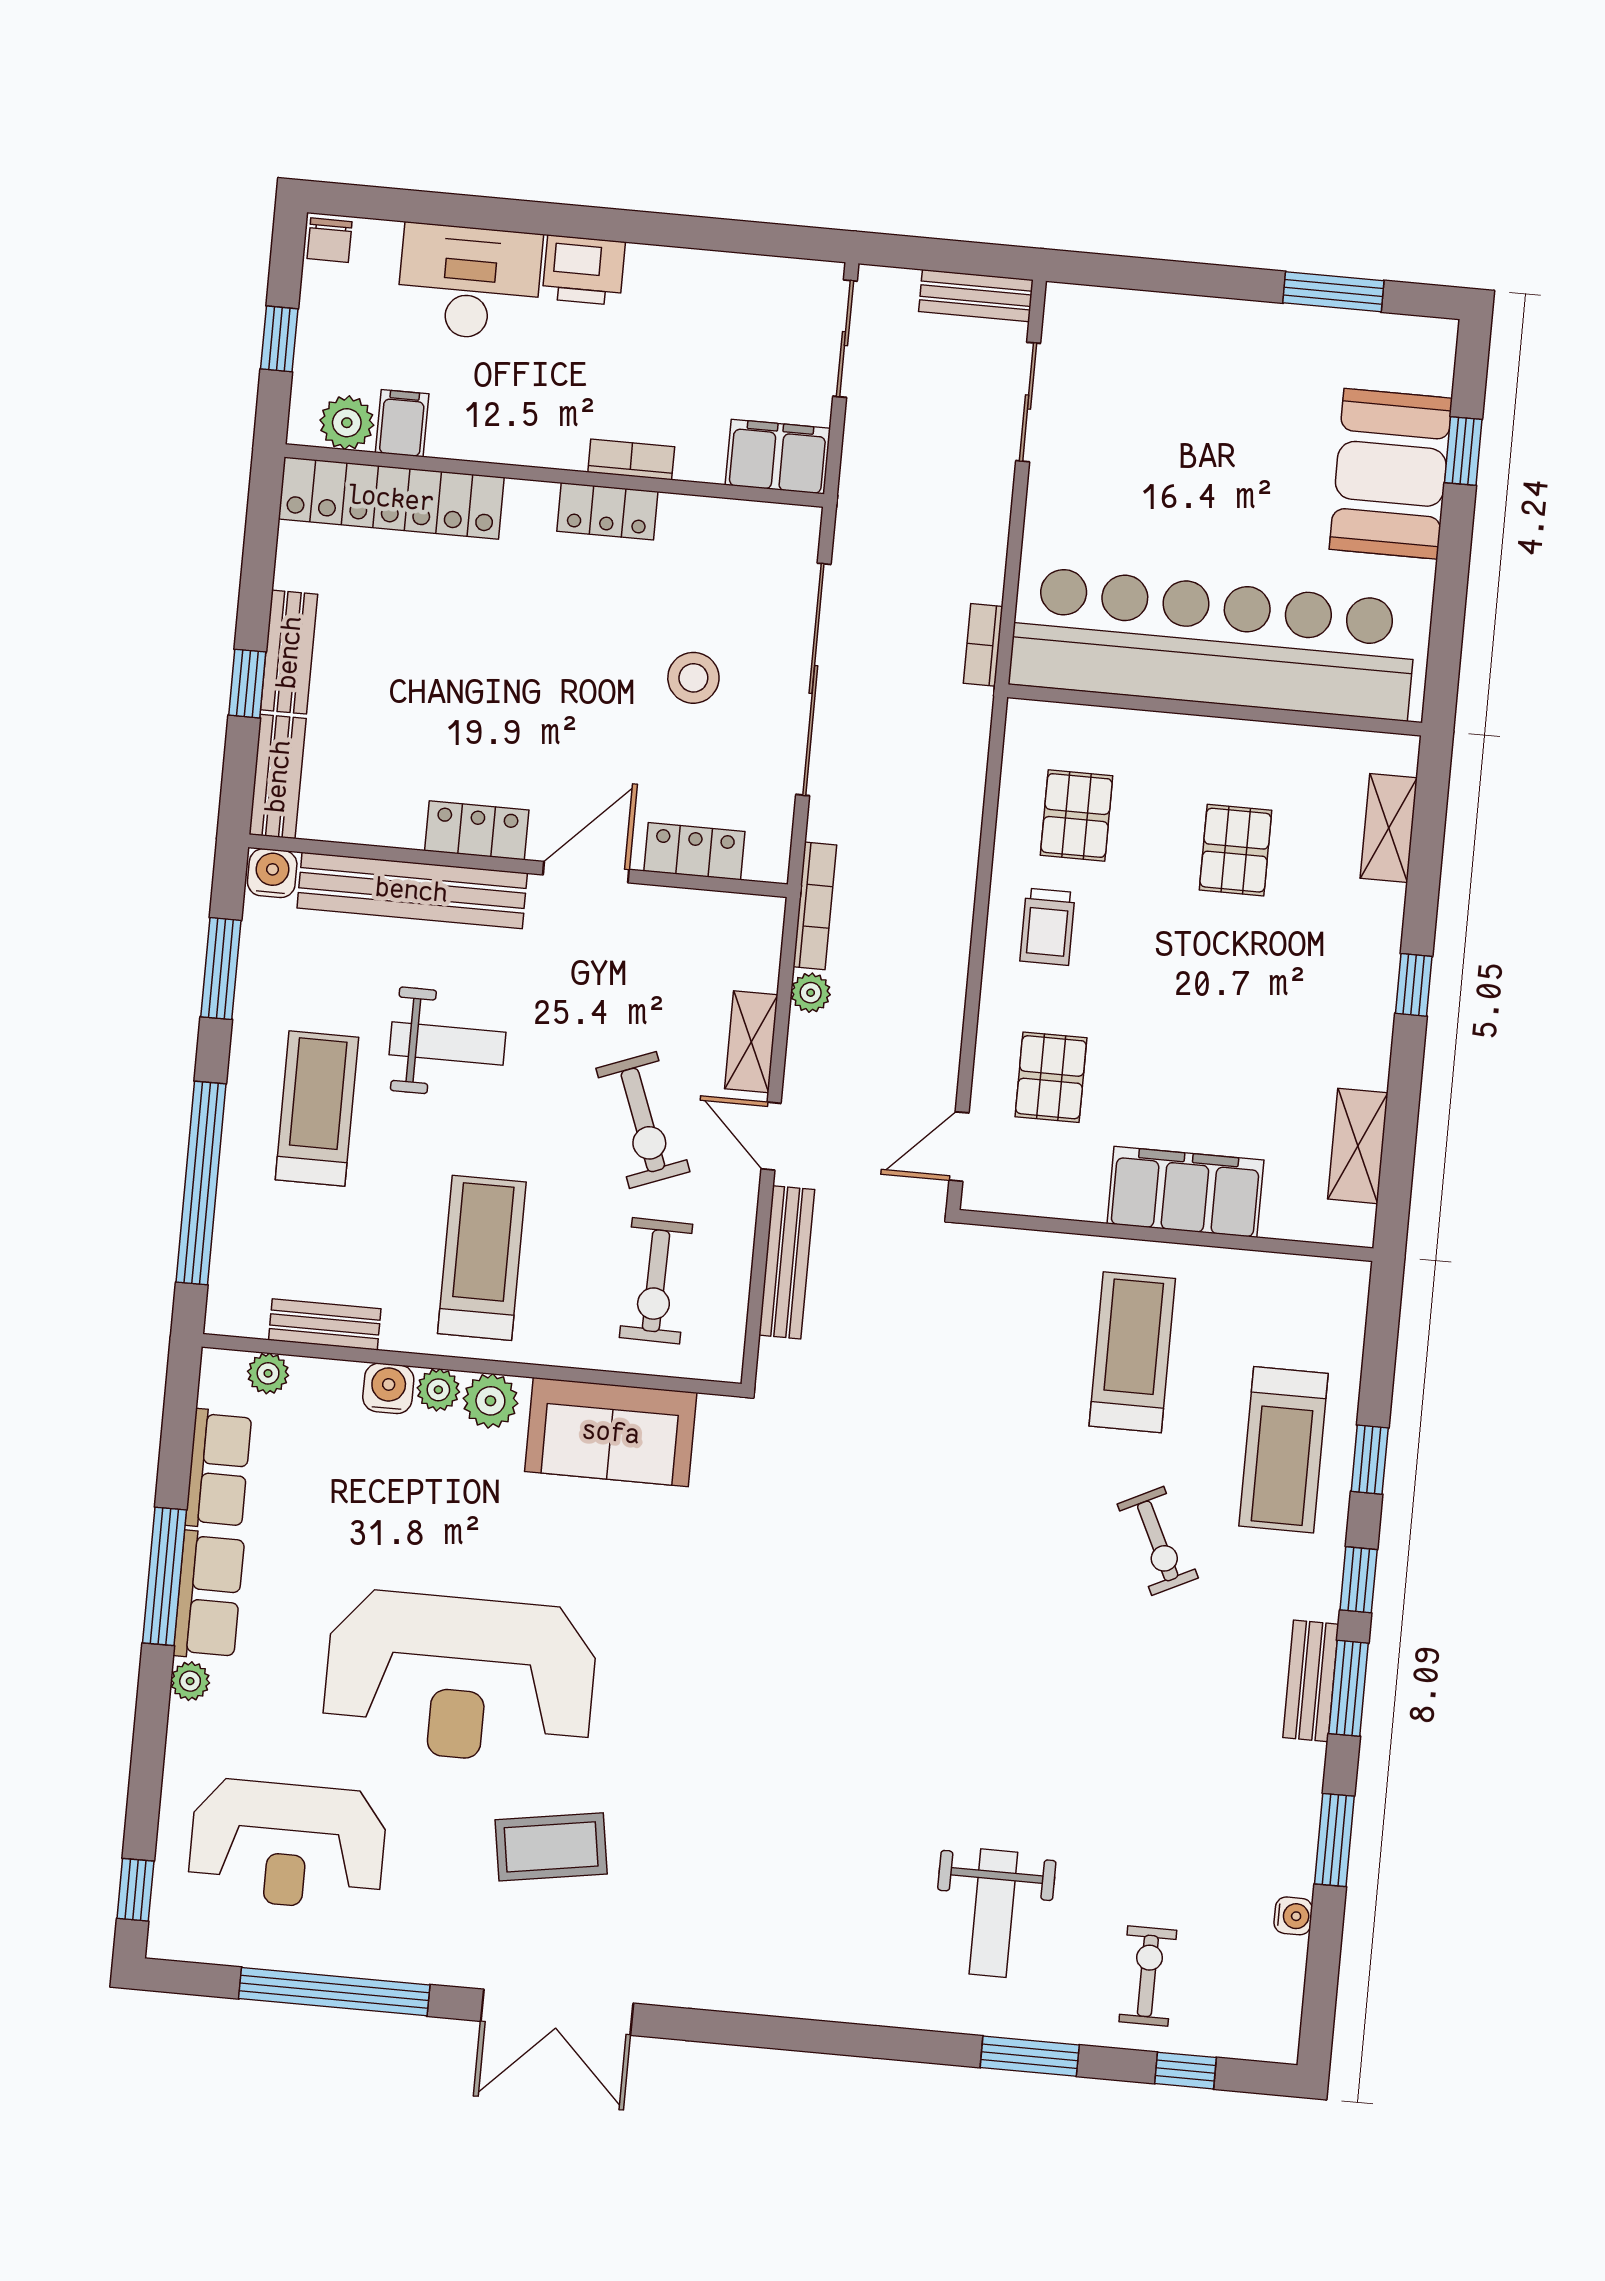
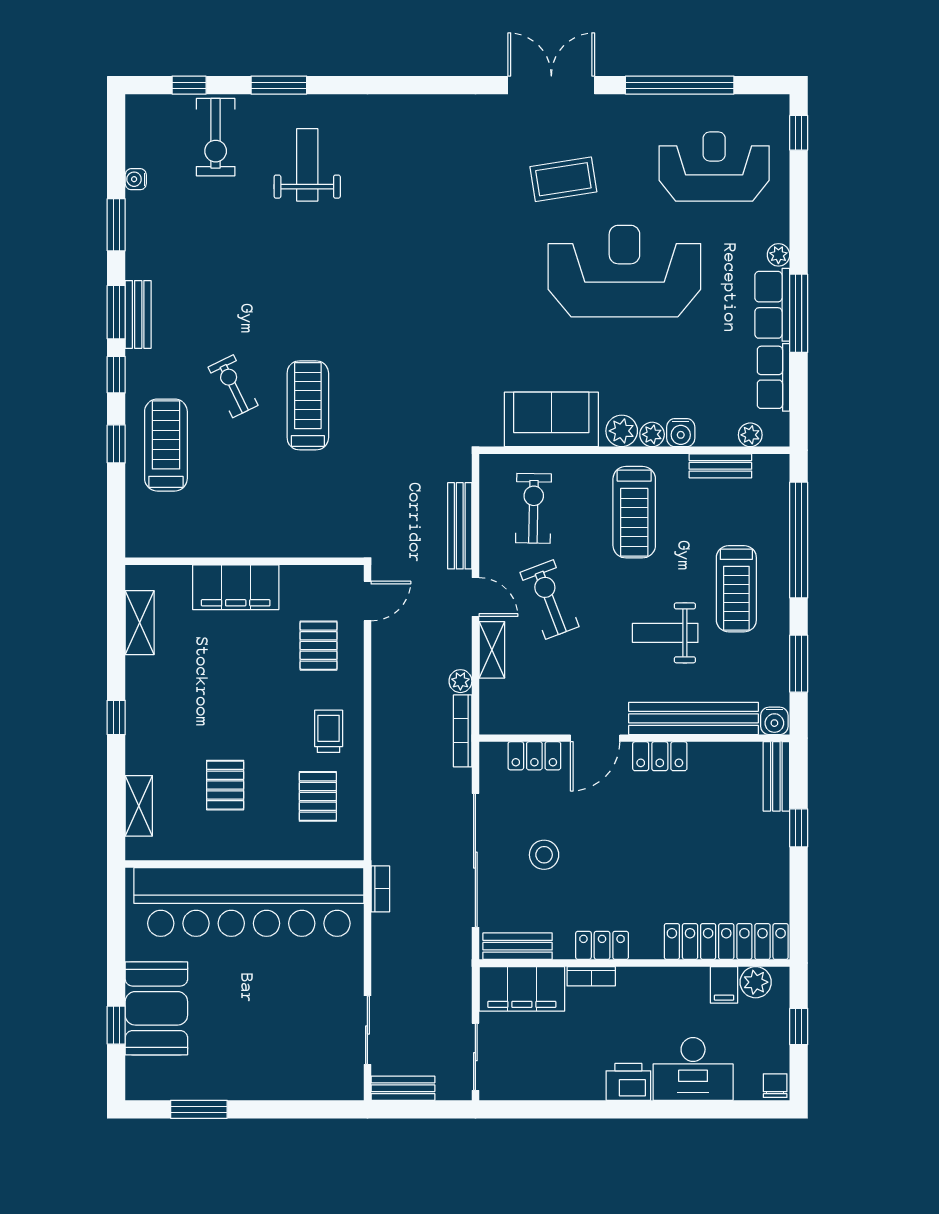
filing cabinet: (778, 457) -> (522, 989), width x1.50, depth x1.17
bench: (289, 652) -> (518, 946), moved, turned 90
treadmill: (1132, 1352) -> (308, 405), moved, turned 180
exercise bike: (1148, 1976) -> (216, 137), width x1.38, depth x1.39

